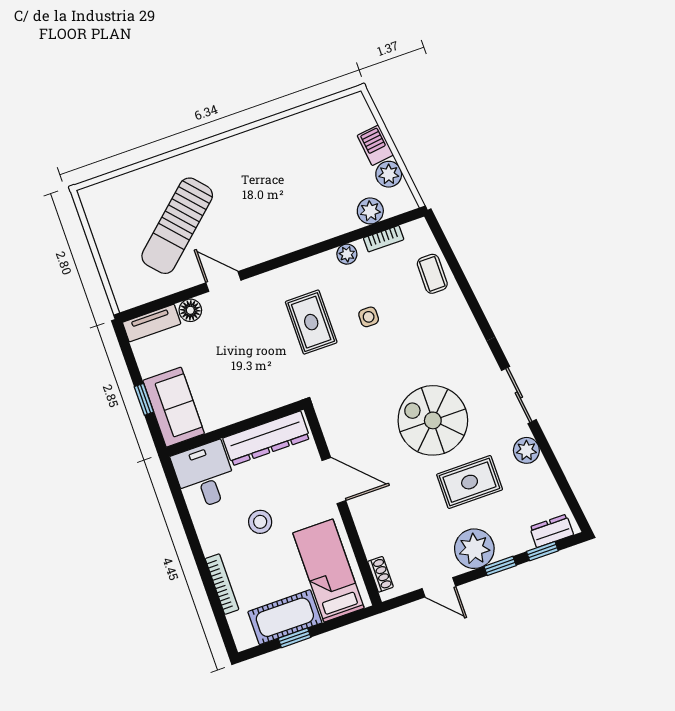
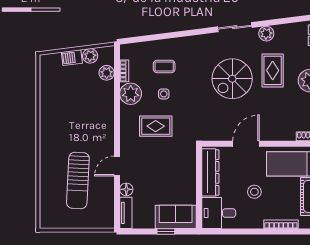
sun lounger: (177, 226) -> (78, 181), turned 45
plant: (347, 254) -> (131, 94), width x1.88, depth x1.88
coffee table: (432, 274) -> (164, 66), moved

